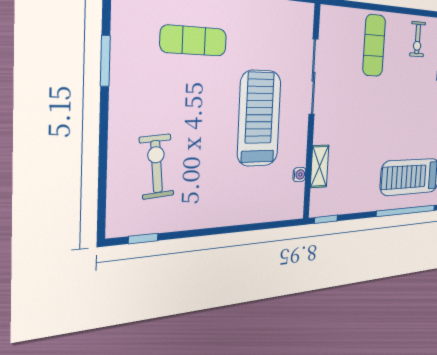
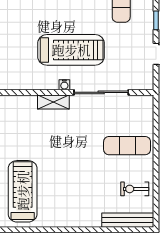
shelving: (320, 166) -> (53, 102), moved
water cooler: (299, 175) -> (64, 85), moved

